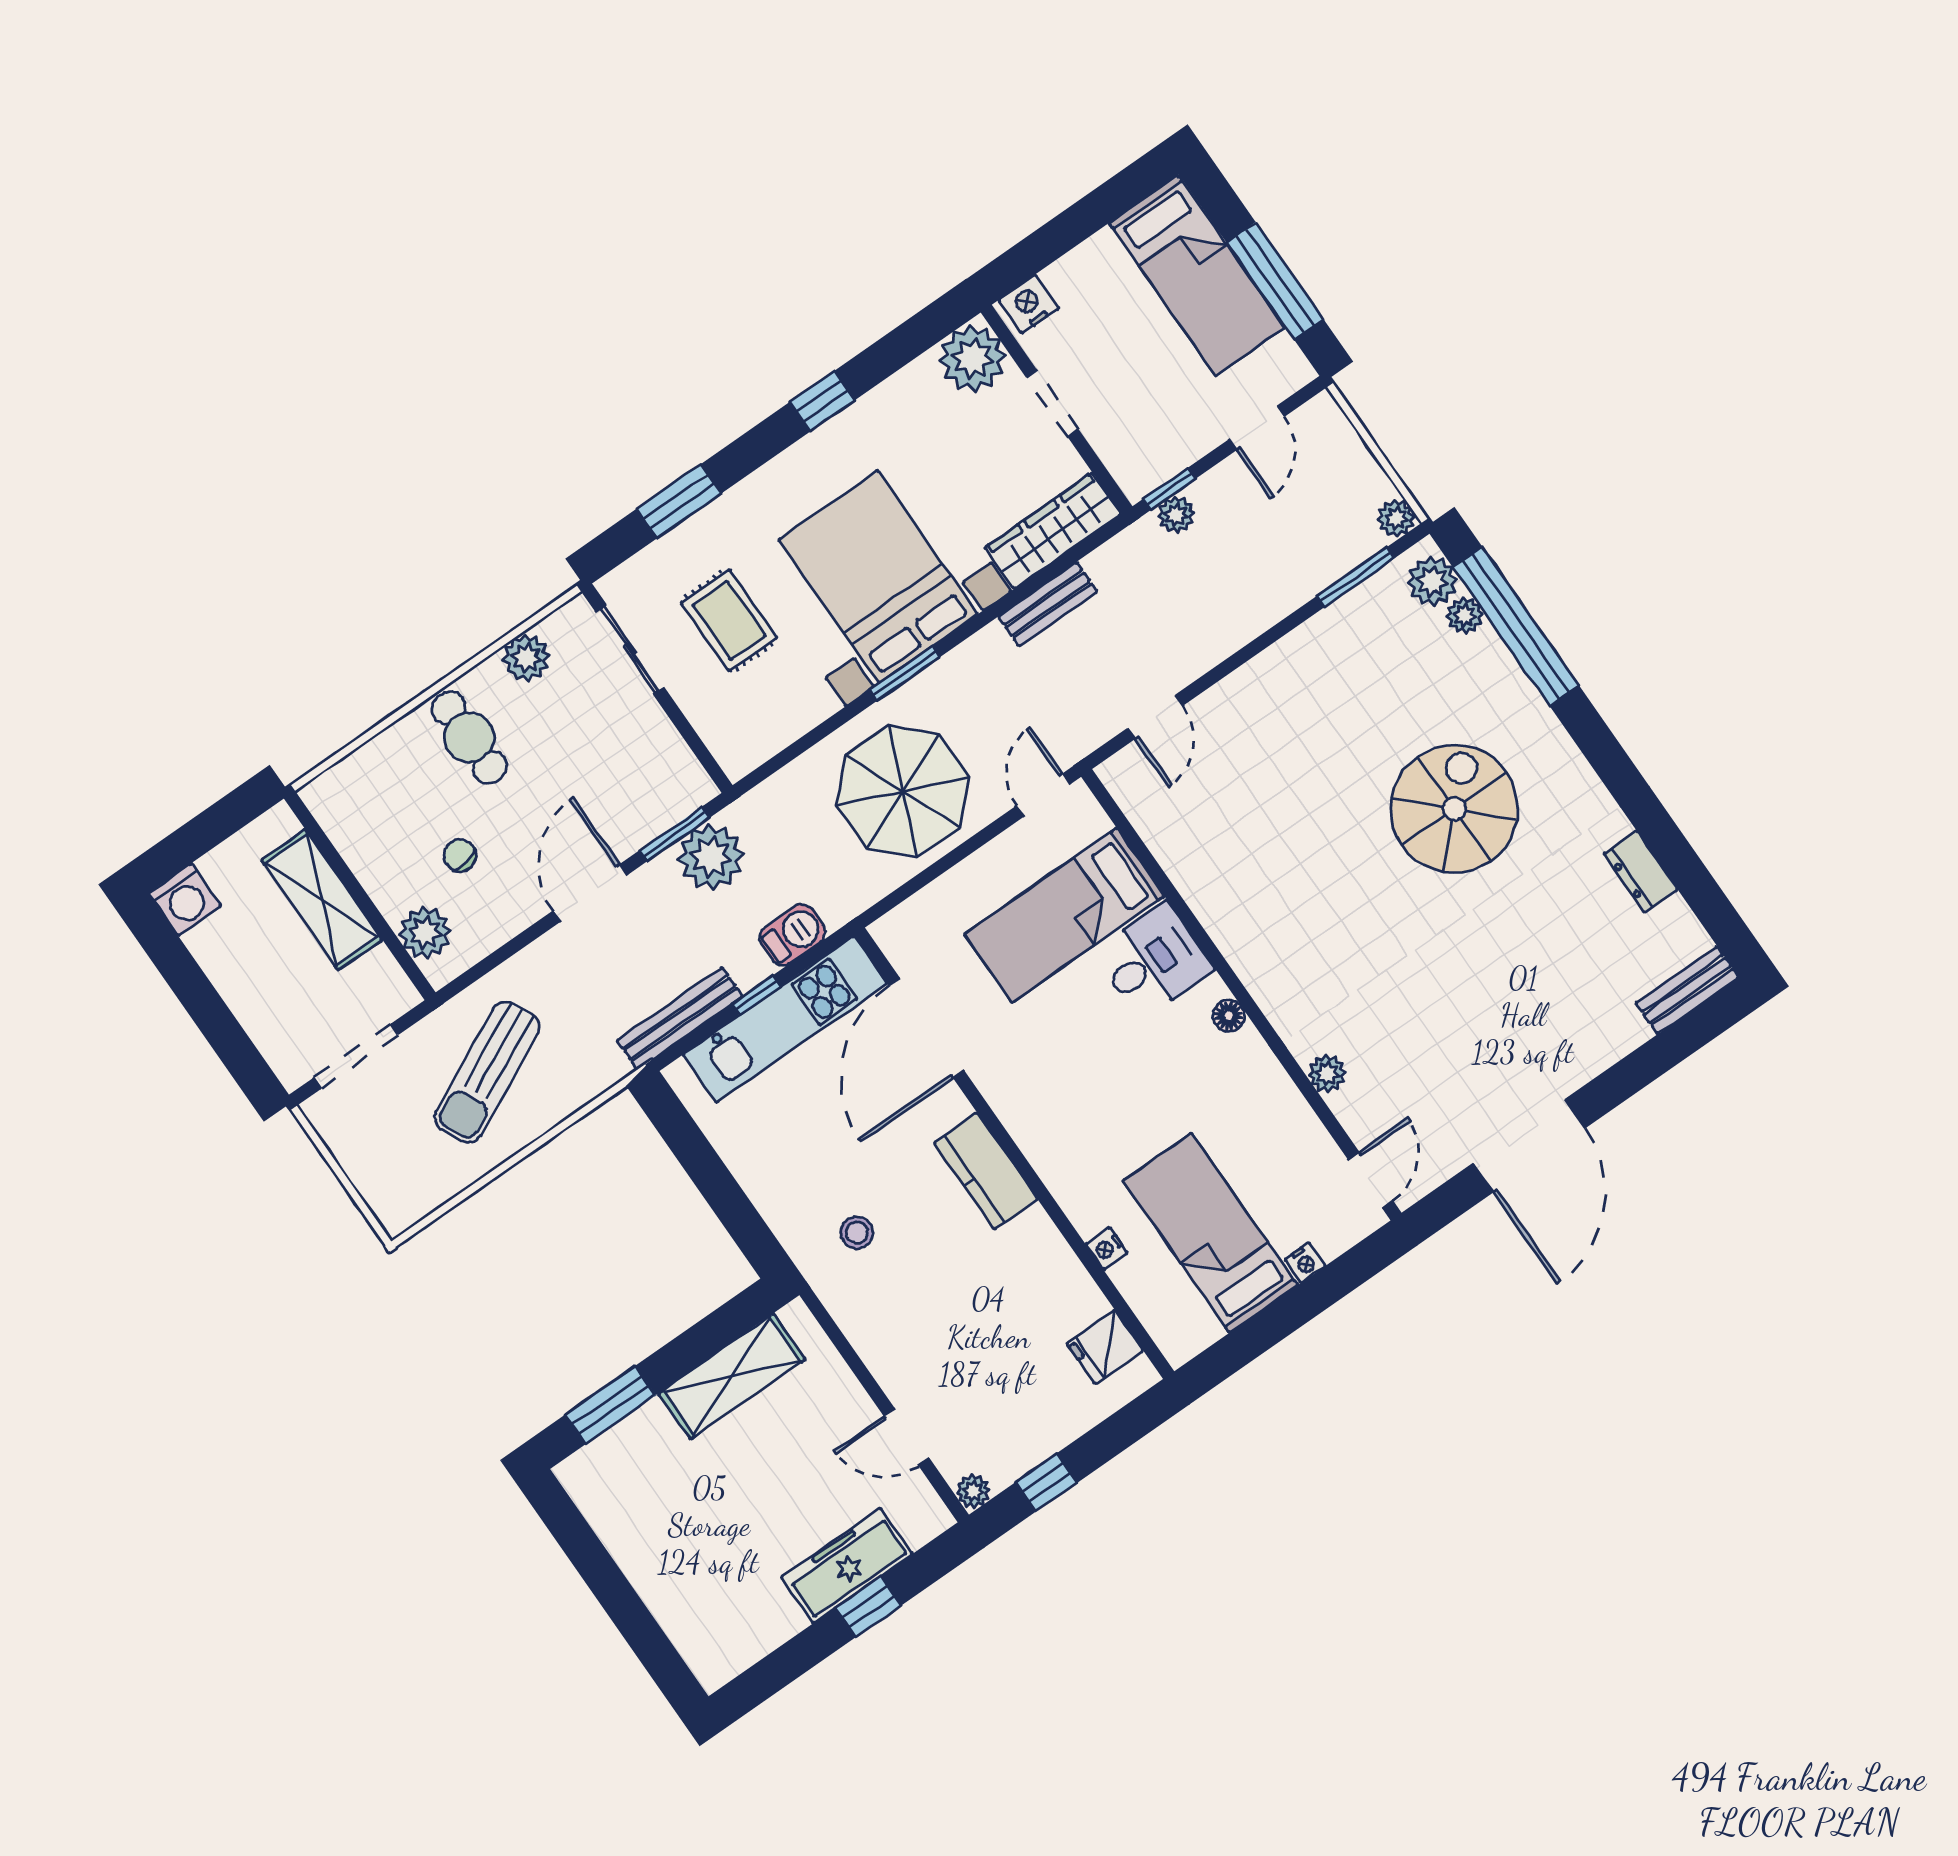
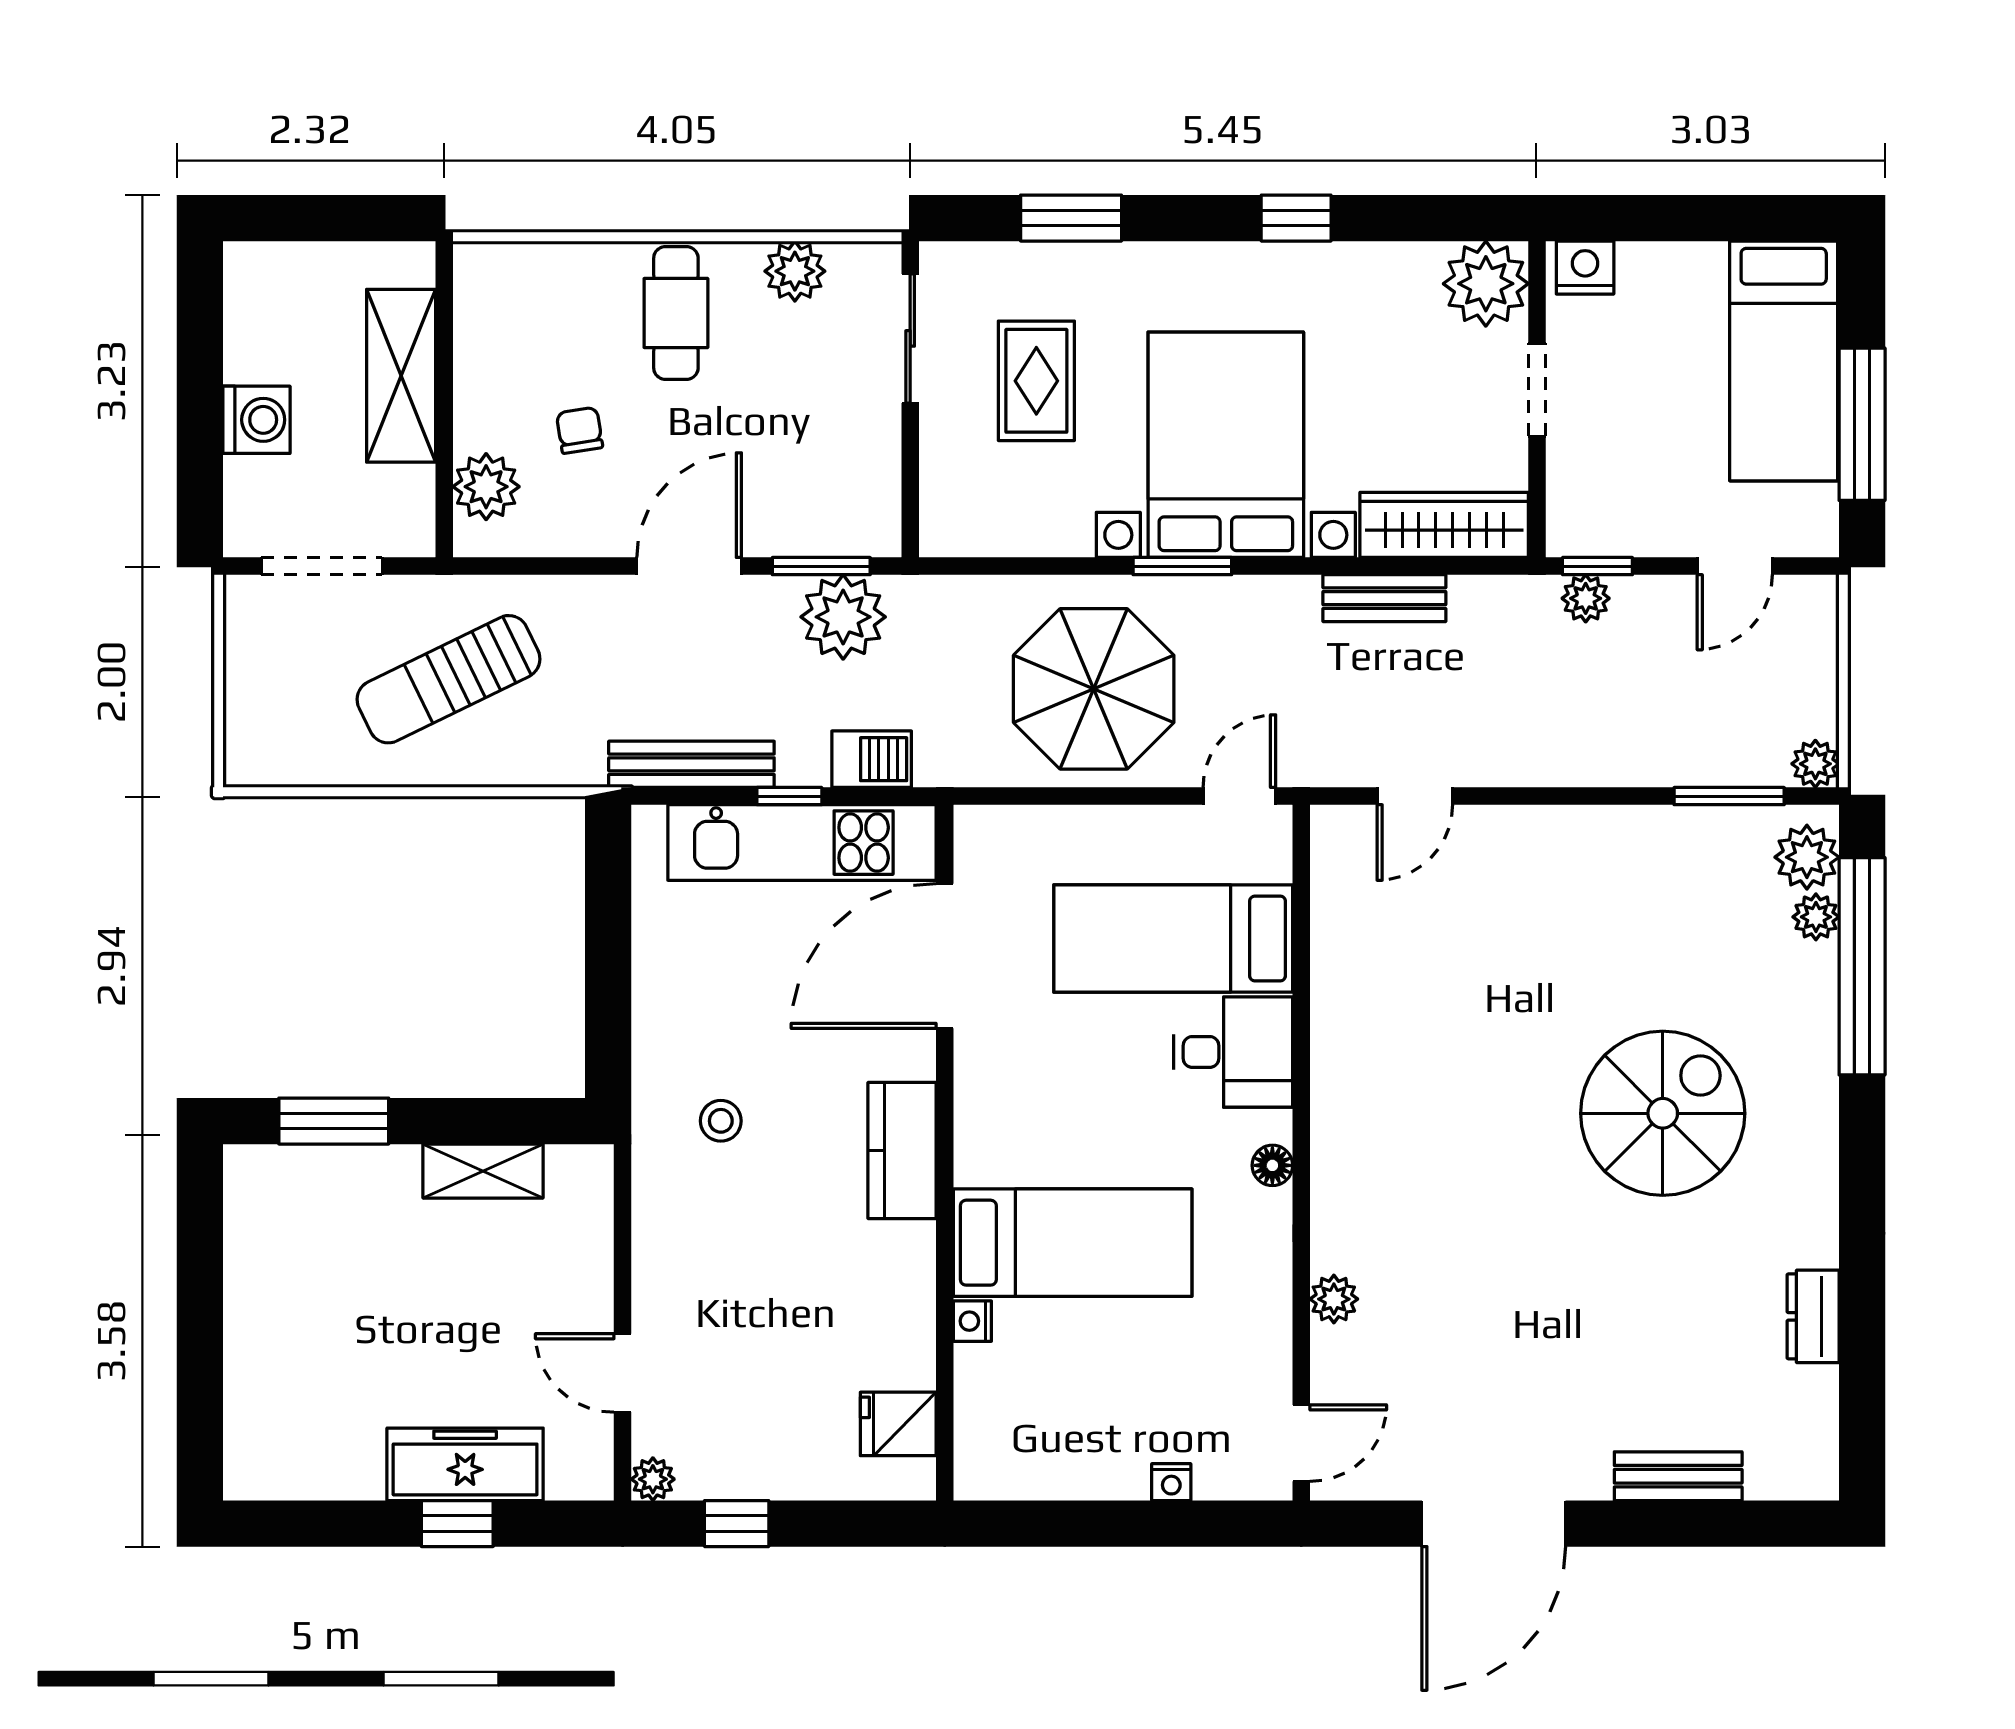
washing machine: (185, 900) -> (256, 420), moved, turned -90
bench: (1687, 990) -> (1678, 1476), moved
bed: (1211, 1233) -> (1073, 1243), moved, turned 90
shelving: (732, 1376) -> (483, 1171), width x0.67, depth x0.75

